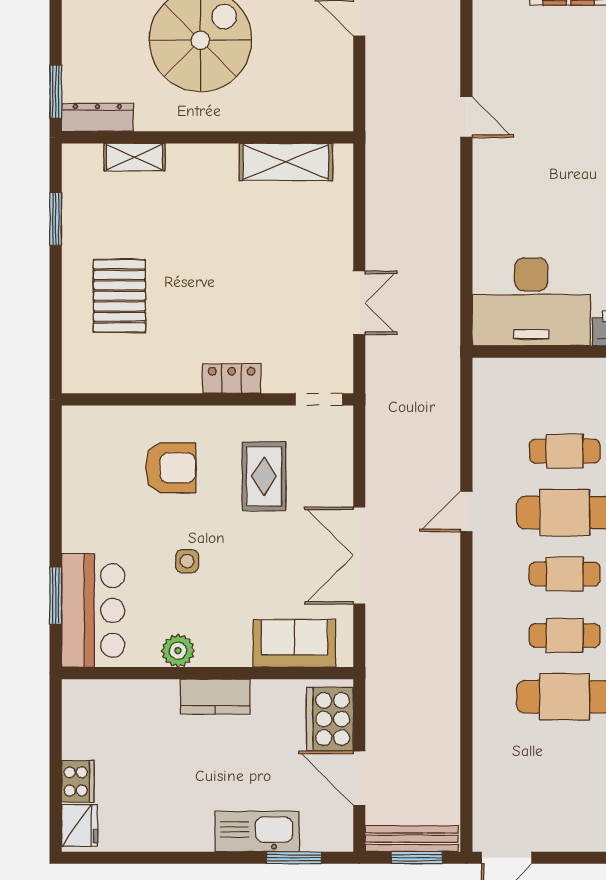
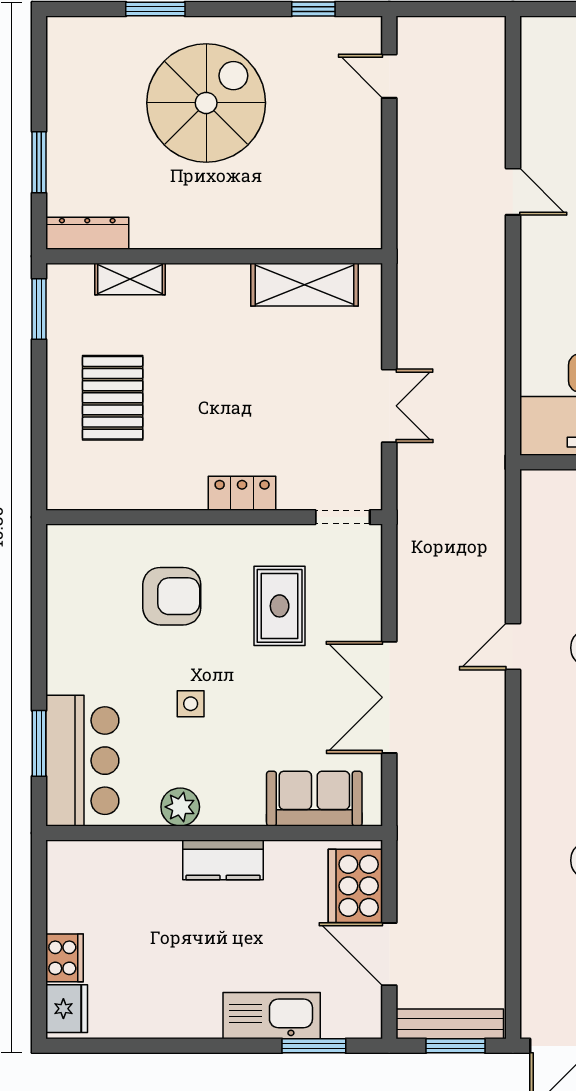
dresser: (97, 117) -> (87, 233), moved
wall: (207, 137) -> (214, 256), moved
shelving: (135, 157) -> (130, 279), moved
shelving: (286, 162) -> (305, 285), moved

